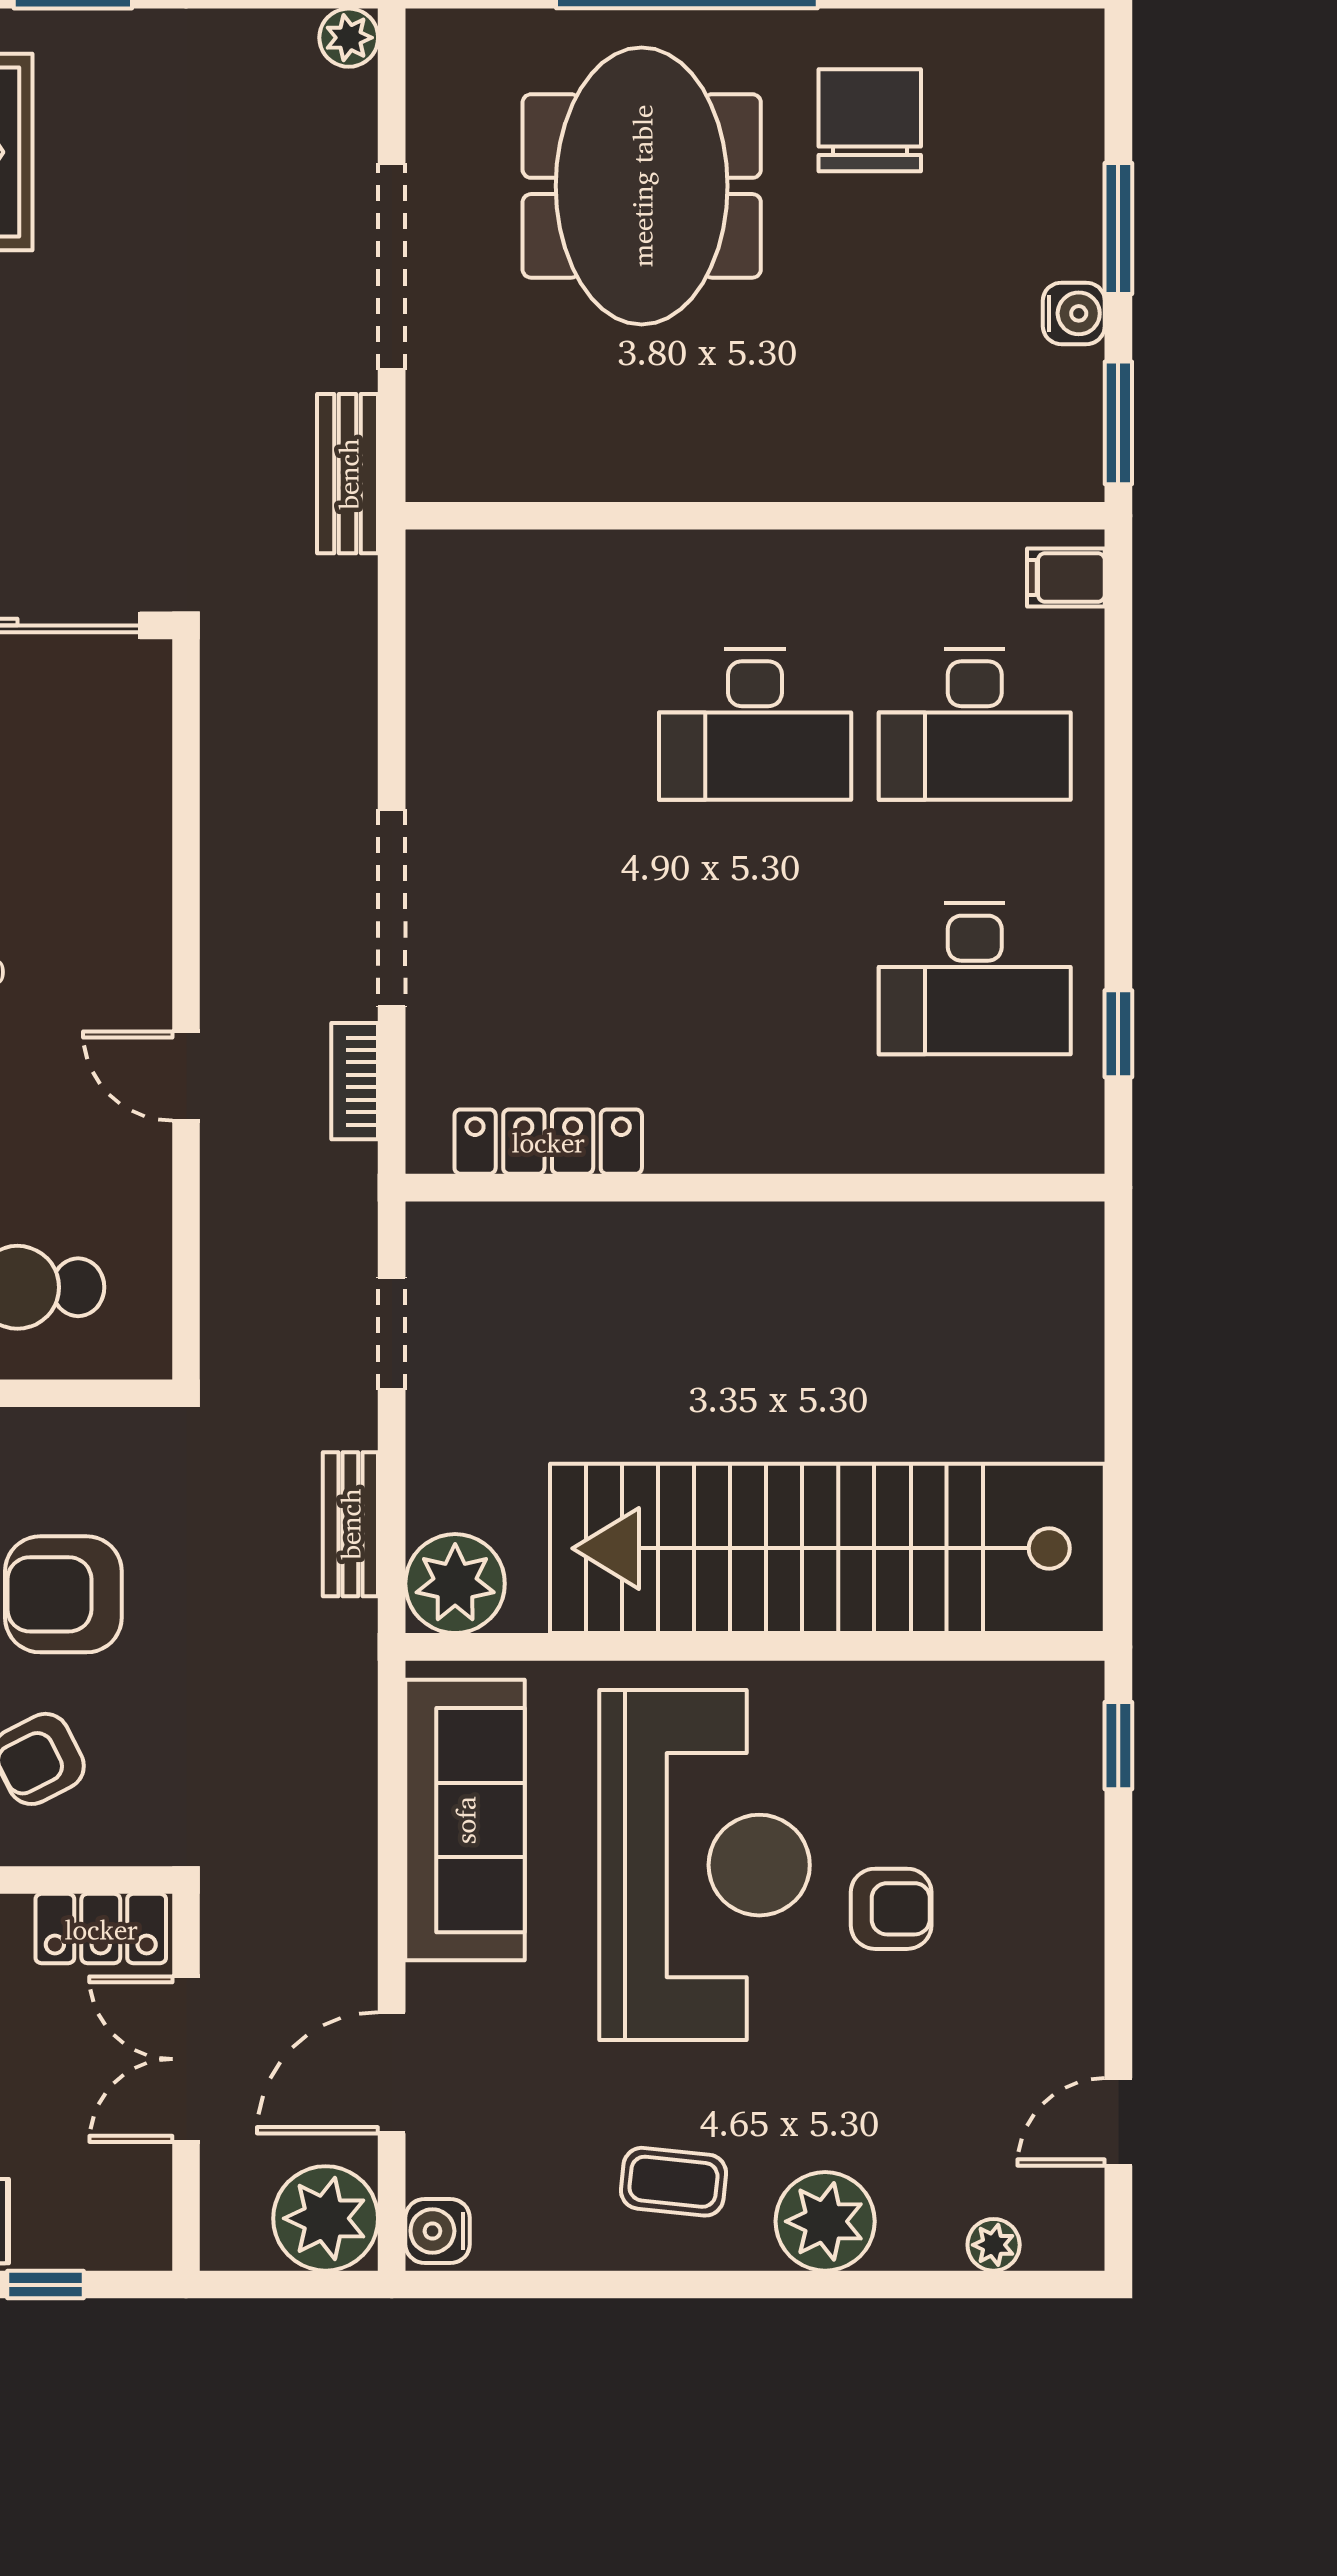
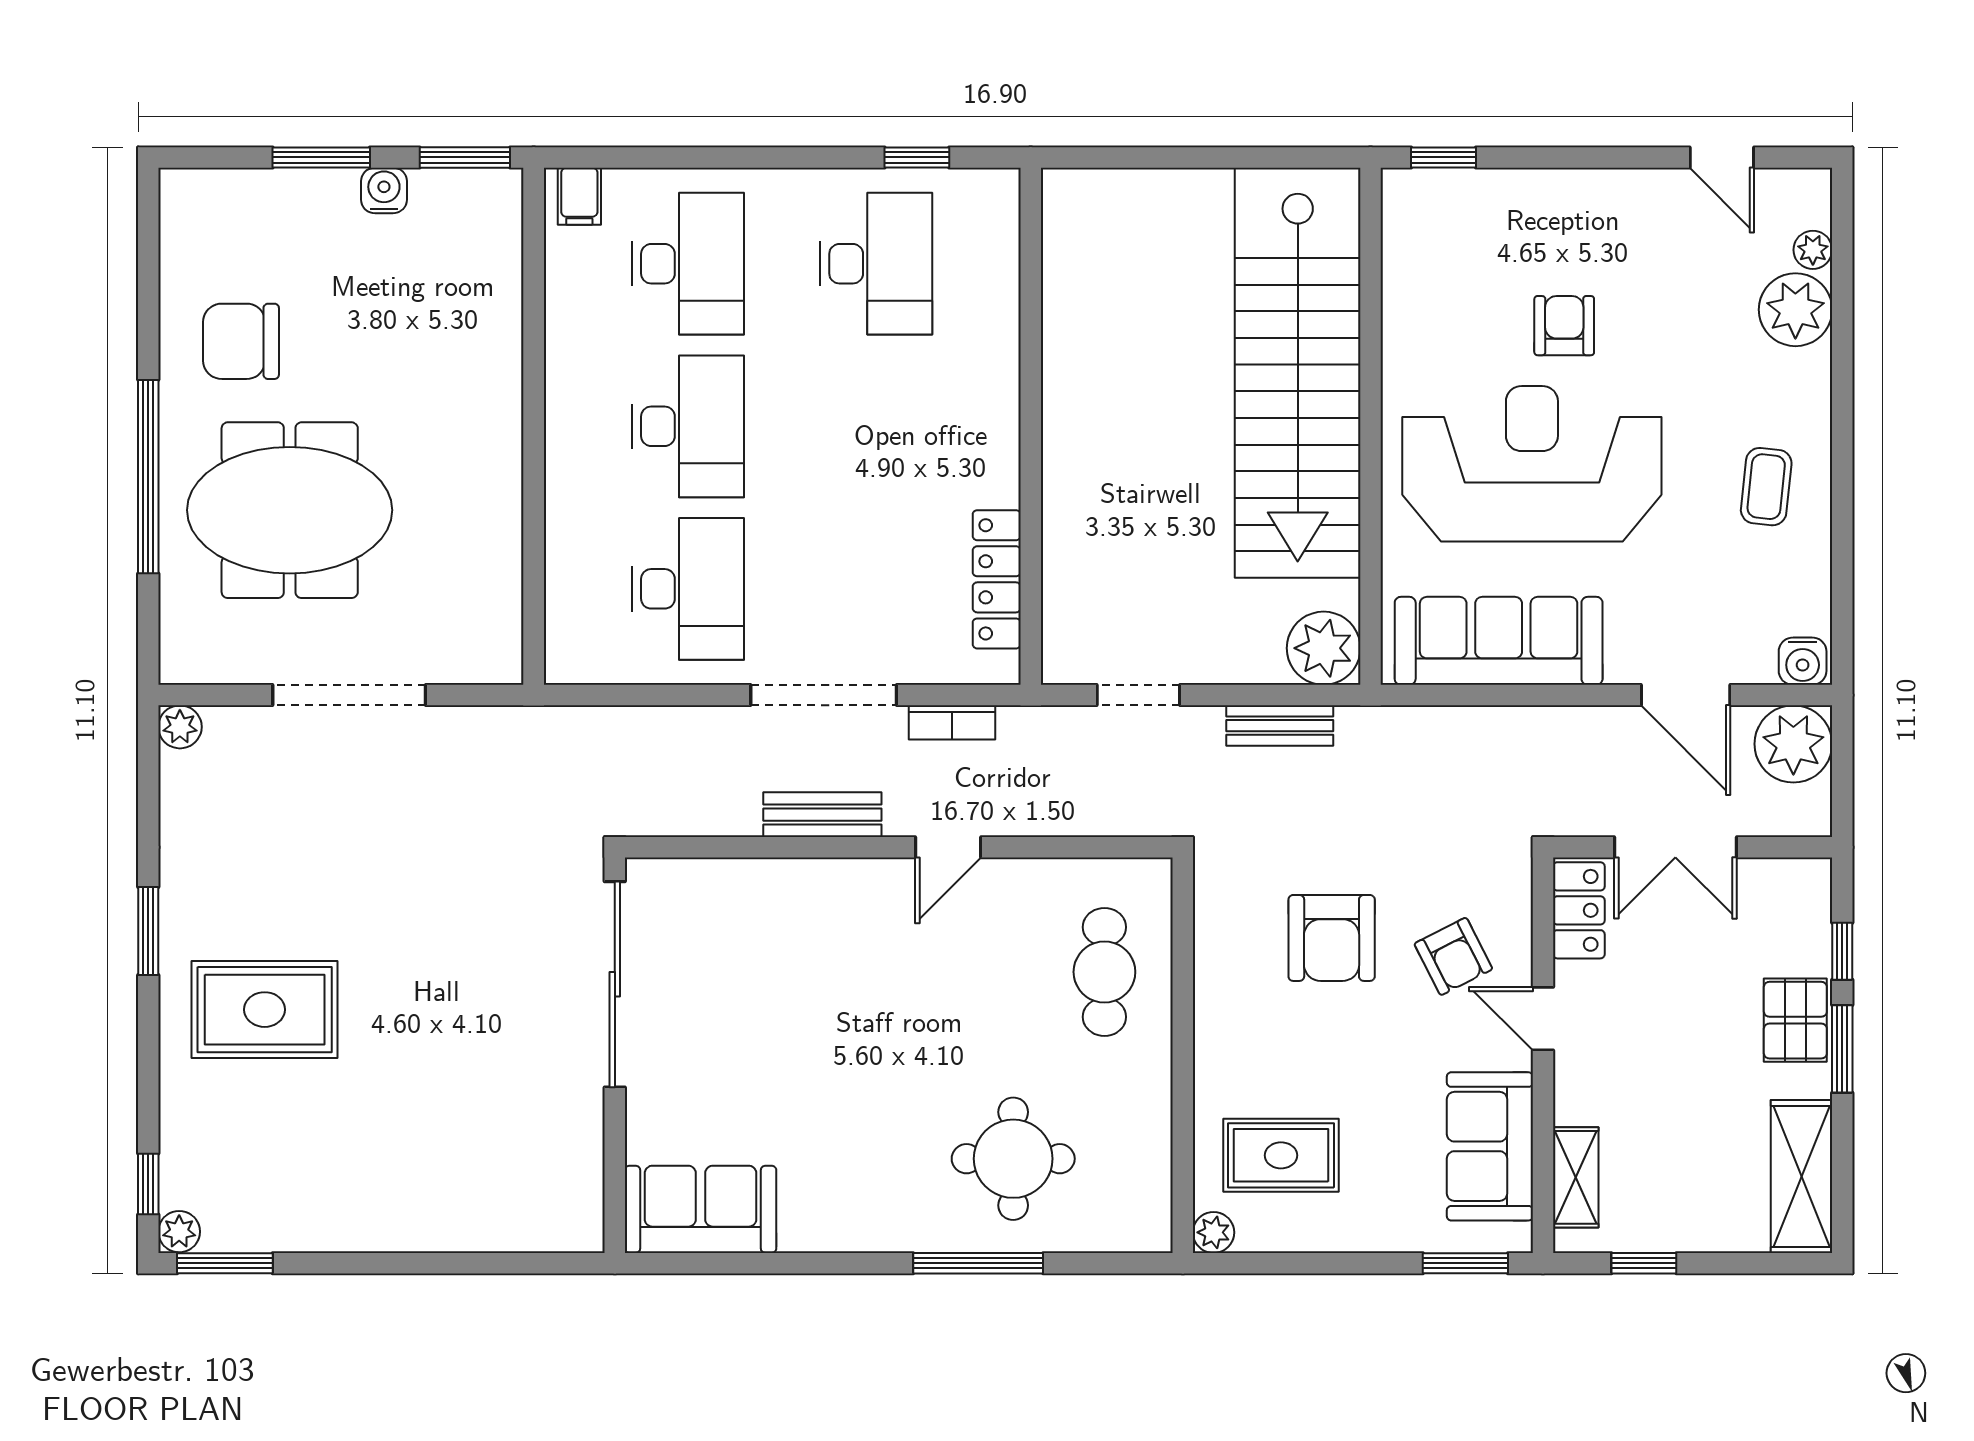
bench: (348, 474) -> (822, 815), moved
desk: (535, 724) -> (688, 589), added
plant: (825, 2221) -> (1795, 310), moved

